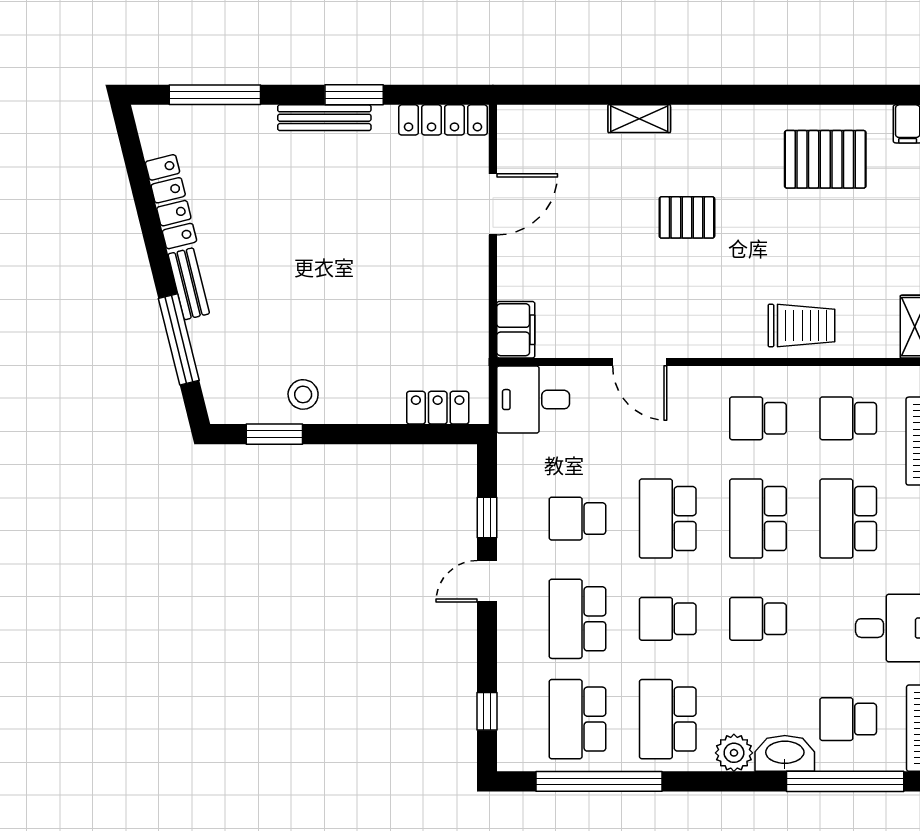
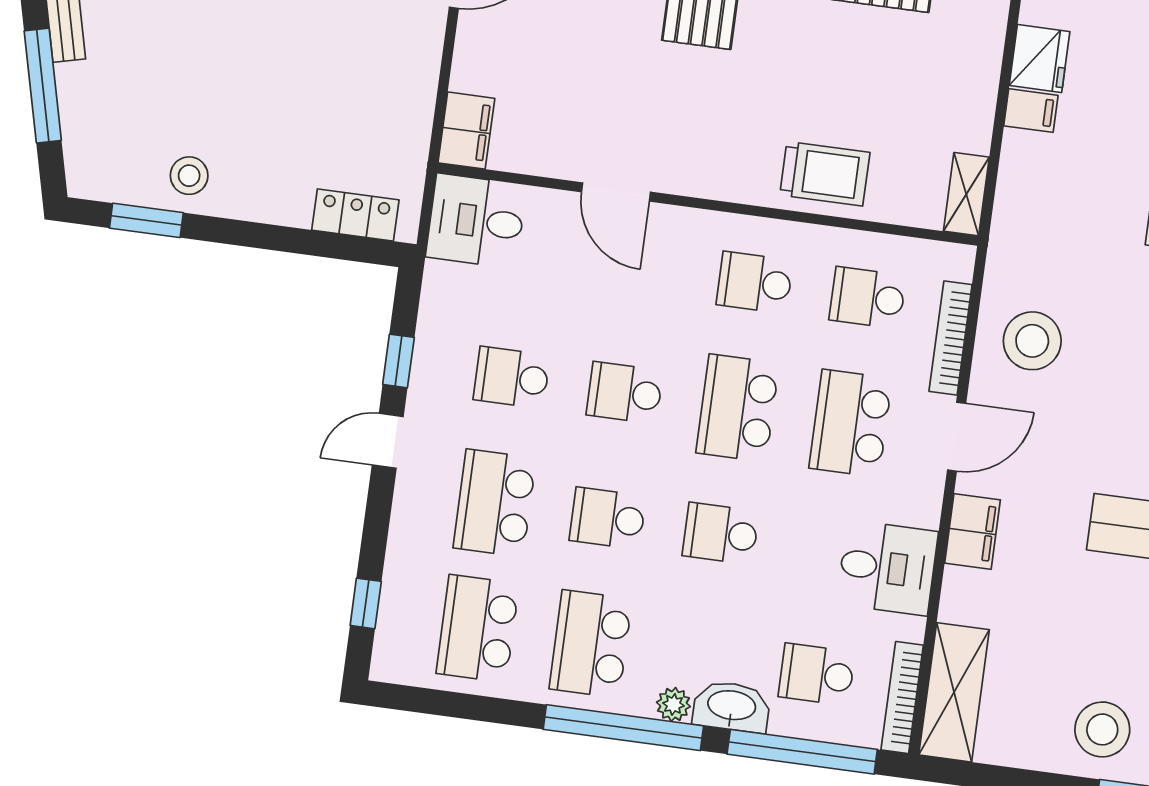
school desk: (668, 519) -> (625, 393), width x0.54
plant: (734, 753) -> (673, 704), width x0.73, depth x0.73
window: (599, 781) -> (623, 728), moved

